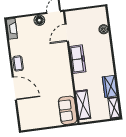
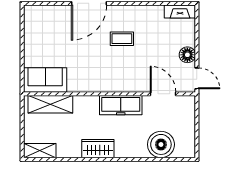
boiler: (104, 29) -> (161, 144), width x1.86, depth x1.86
coffee table: (18, 63) -> (122, 39), moved
wardrobe: (110, 86) -> (98, 149), moved

